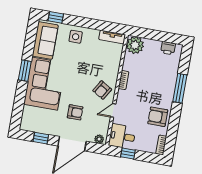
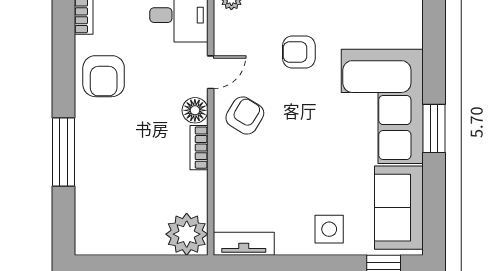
printer: (168, 48) -> (108, 241), removed
floor lamp: (122, 96) -> (195, 110), added
armchair: (158, 117) -> (104, 76), turned 90

